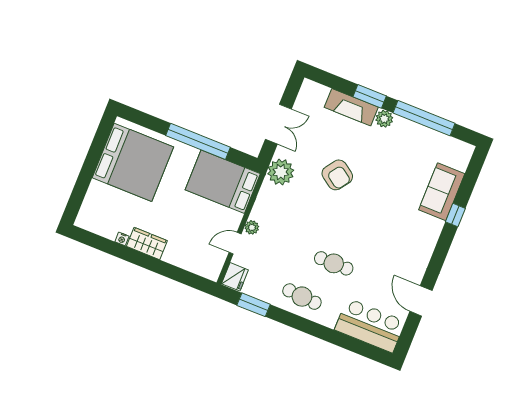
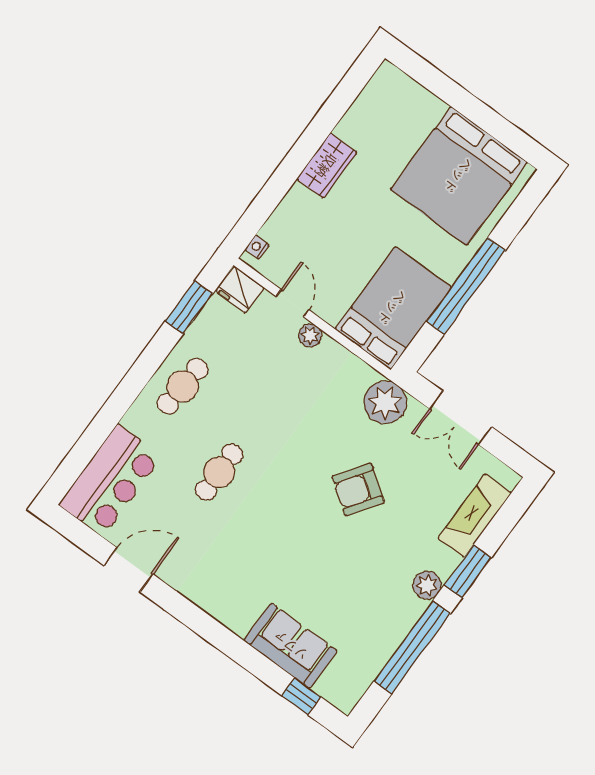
fireplace: (351, 107) -> (475, 516), moved
window: (455, 215) -> (301, 696), moved
nightstand: (122, 239) -> (257, 247), moved
cafe table: (334, 263) -> (219, 472), moved

